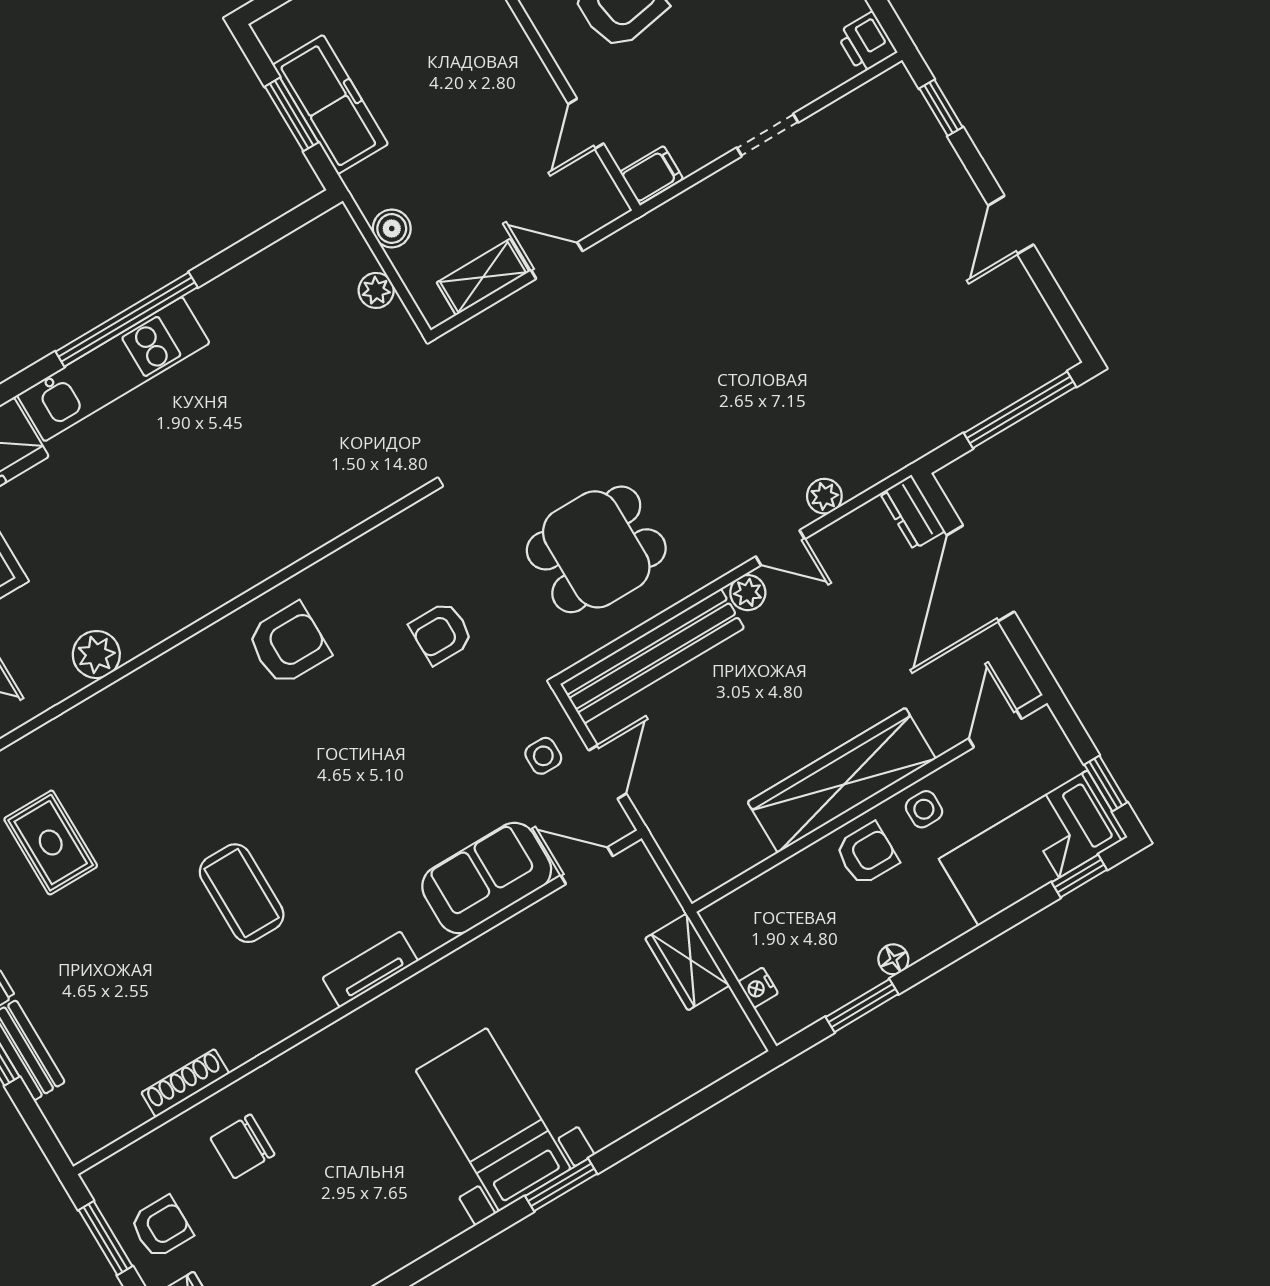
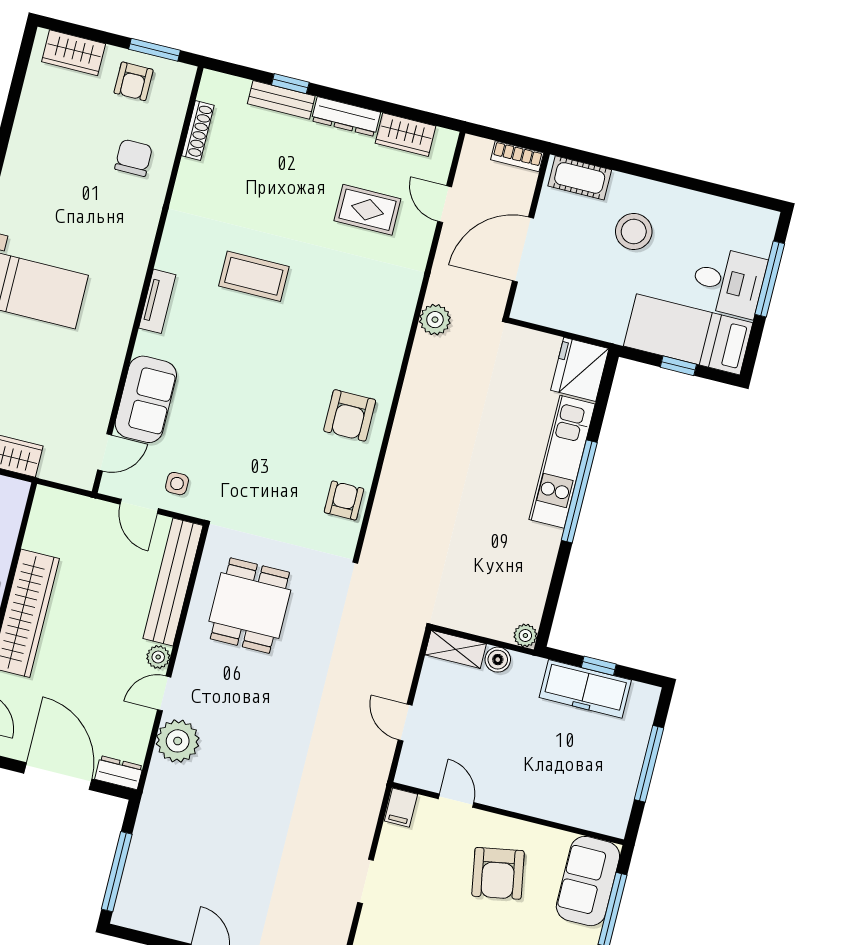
window: (292, 114) -> (599, 666), width x0.67
door: (557, 261) -> (405, 723), swing flipped
shelving: (483, 277) -> (456, 649), moved, turned 90
plant: (376, 290) -> (525, 635), moved
plant: (824, 496) -> (178, 741), width x1.88, depth x1.88
armchair: (441, 633) -> (344, 501), moved
shoe rack: (185, 1083) -> (198, 131), moved

